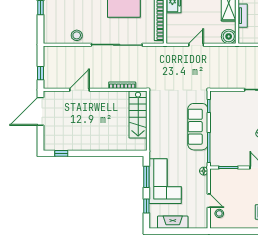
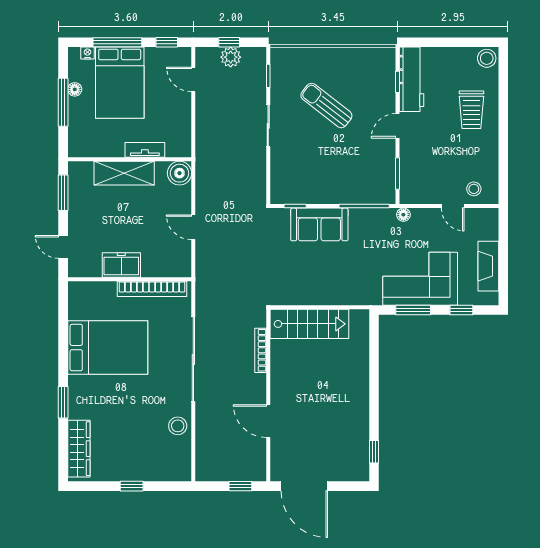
sofa: (198, 127) -> (319, 224), width x0.73
door: (209, 201) -> (453, 206), swing flipped

